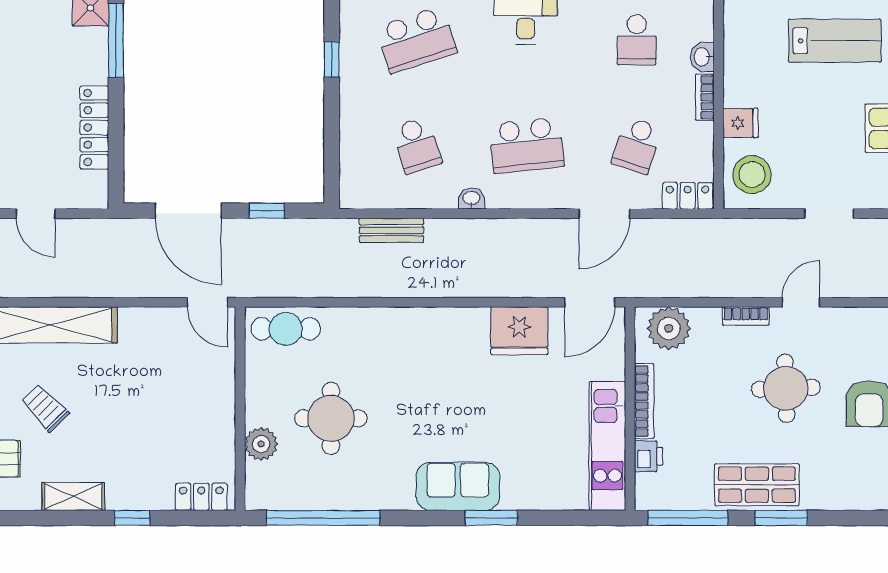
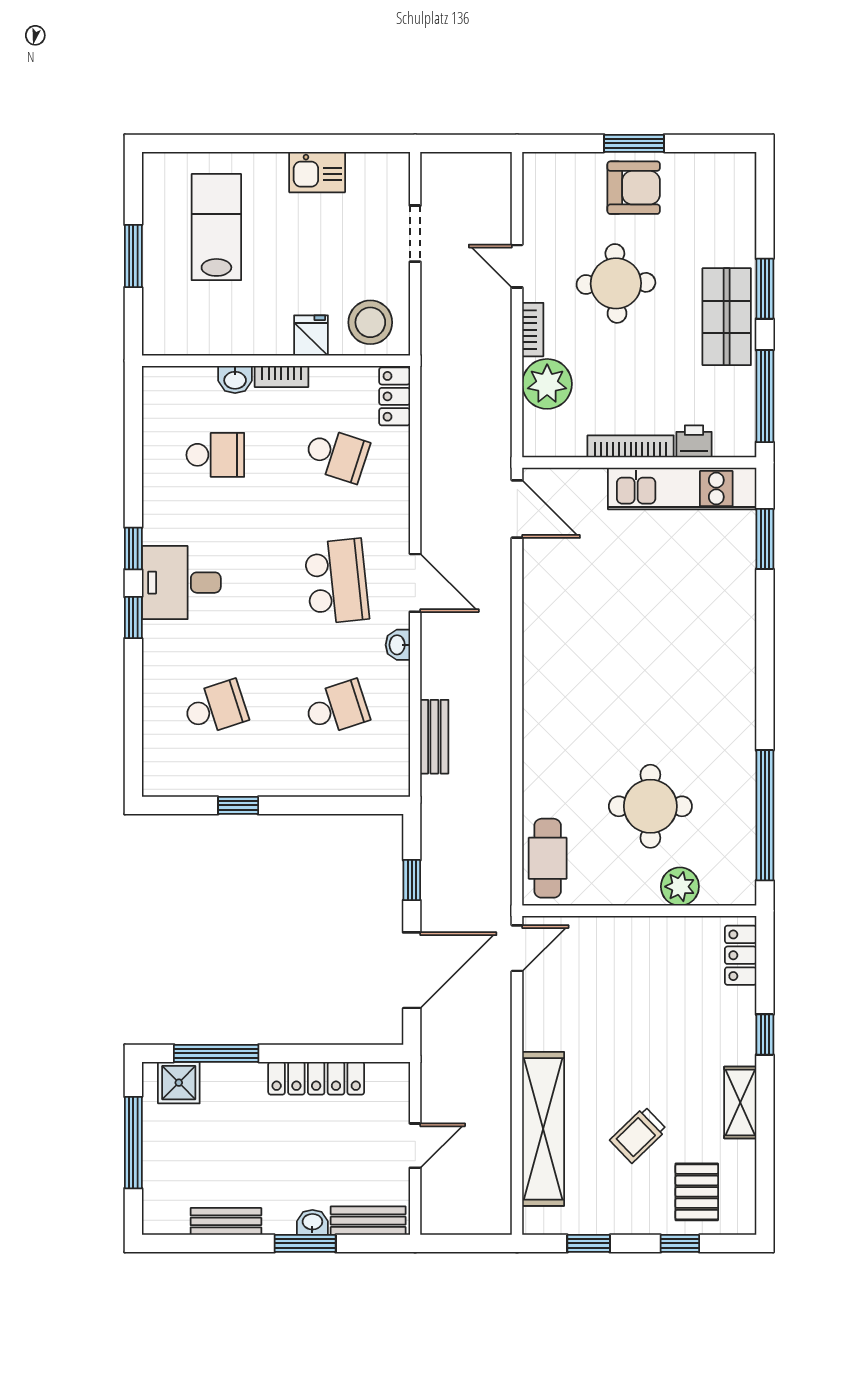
school desk: (417, 40) -> (215, 708), width x0.54
door: (604, 214) -> (415, 583), moved
plant: (669, 328) -> (547, 384), moved
fridge: (519, 331) -> (550, 590), removed
sofa: (458, 486) -> (729, 660), removed
window: (491, 518) -> (765, 539), moved

